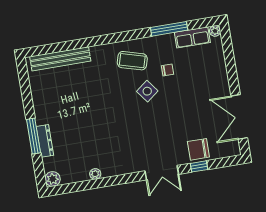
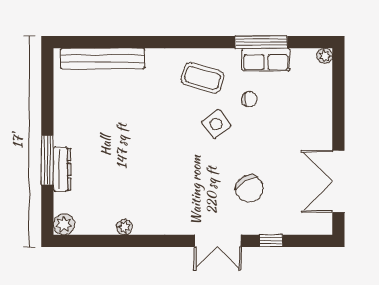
row of seats: (192, 37) -> (266, 60), moved
chair: (198, 149) -> (249, 189), moved, turned -119

